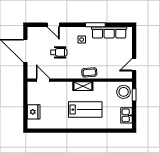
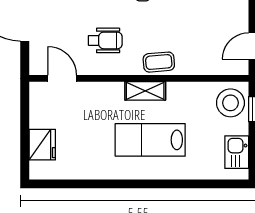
wheelchair: (59, 52) -> (105, 40), moved
lab bench: (85, 110) -> (150, 140), turned 180

